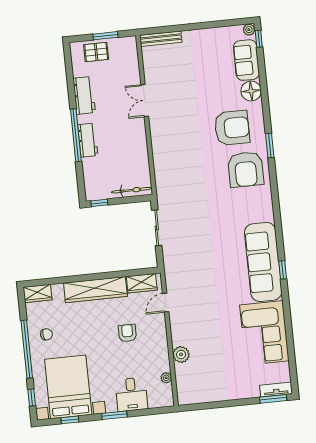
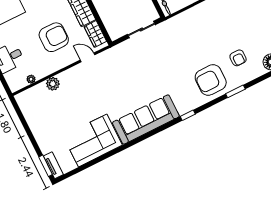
armchair: (232, 128) -> (238, 58), width x0.53, depth x0.53
window: (283, 270) -> (188, 115), moved
armchair: (127, 333) -> (54, 37), width x1.88, depth x1.88

